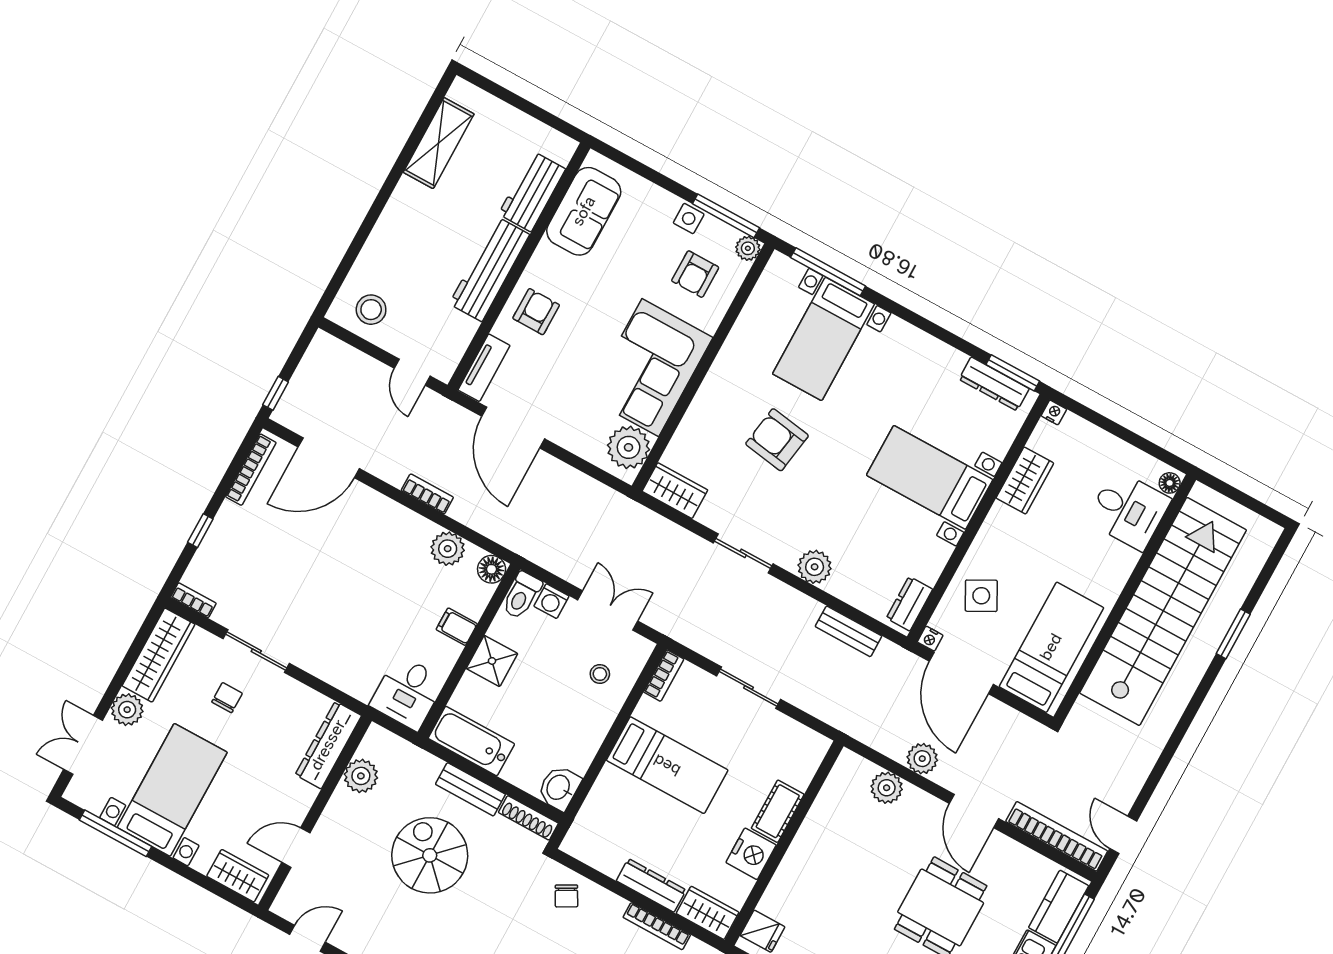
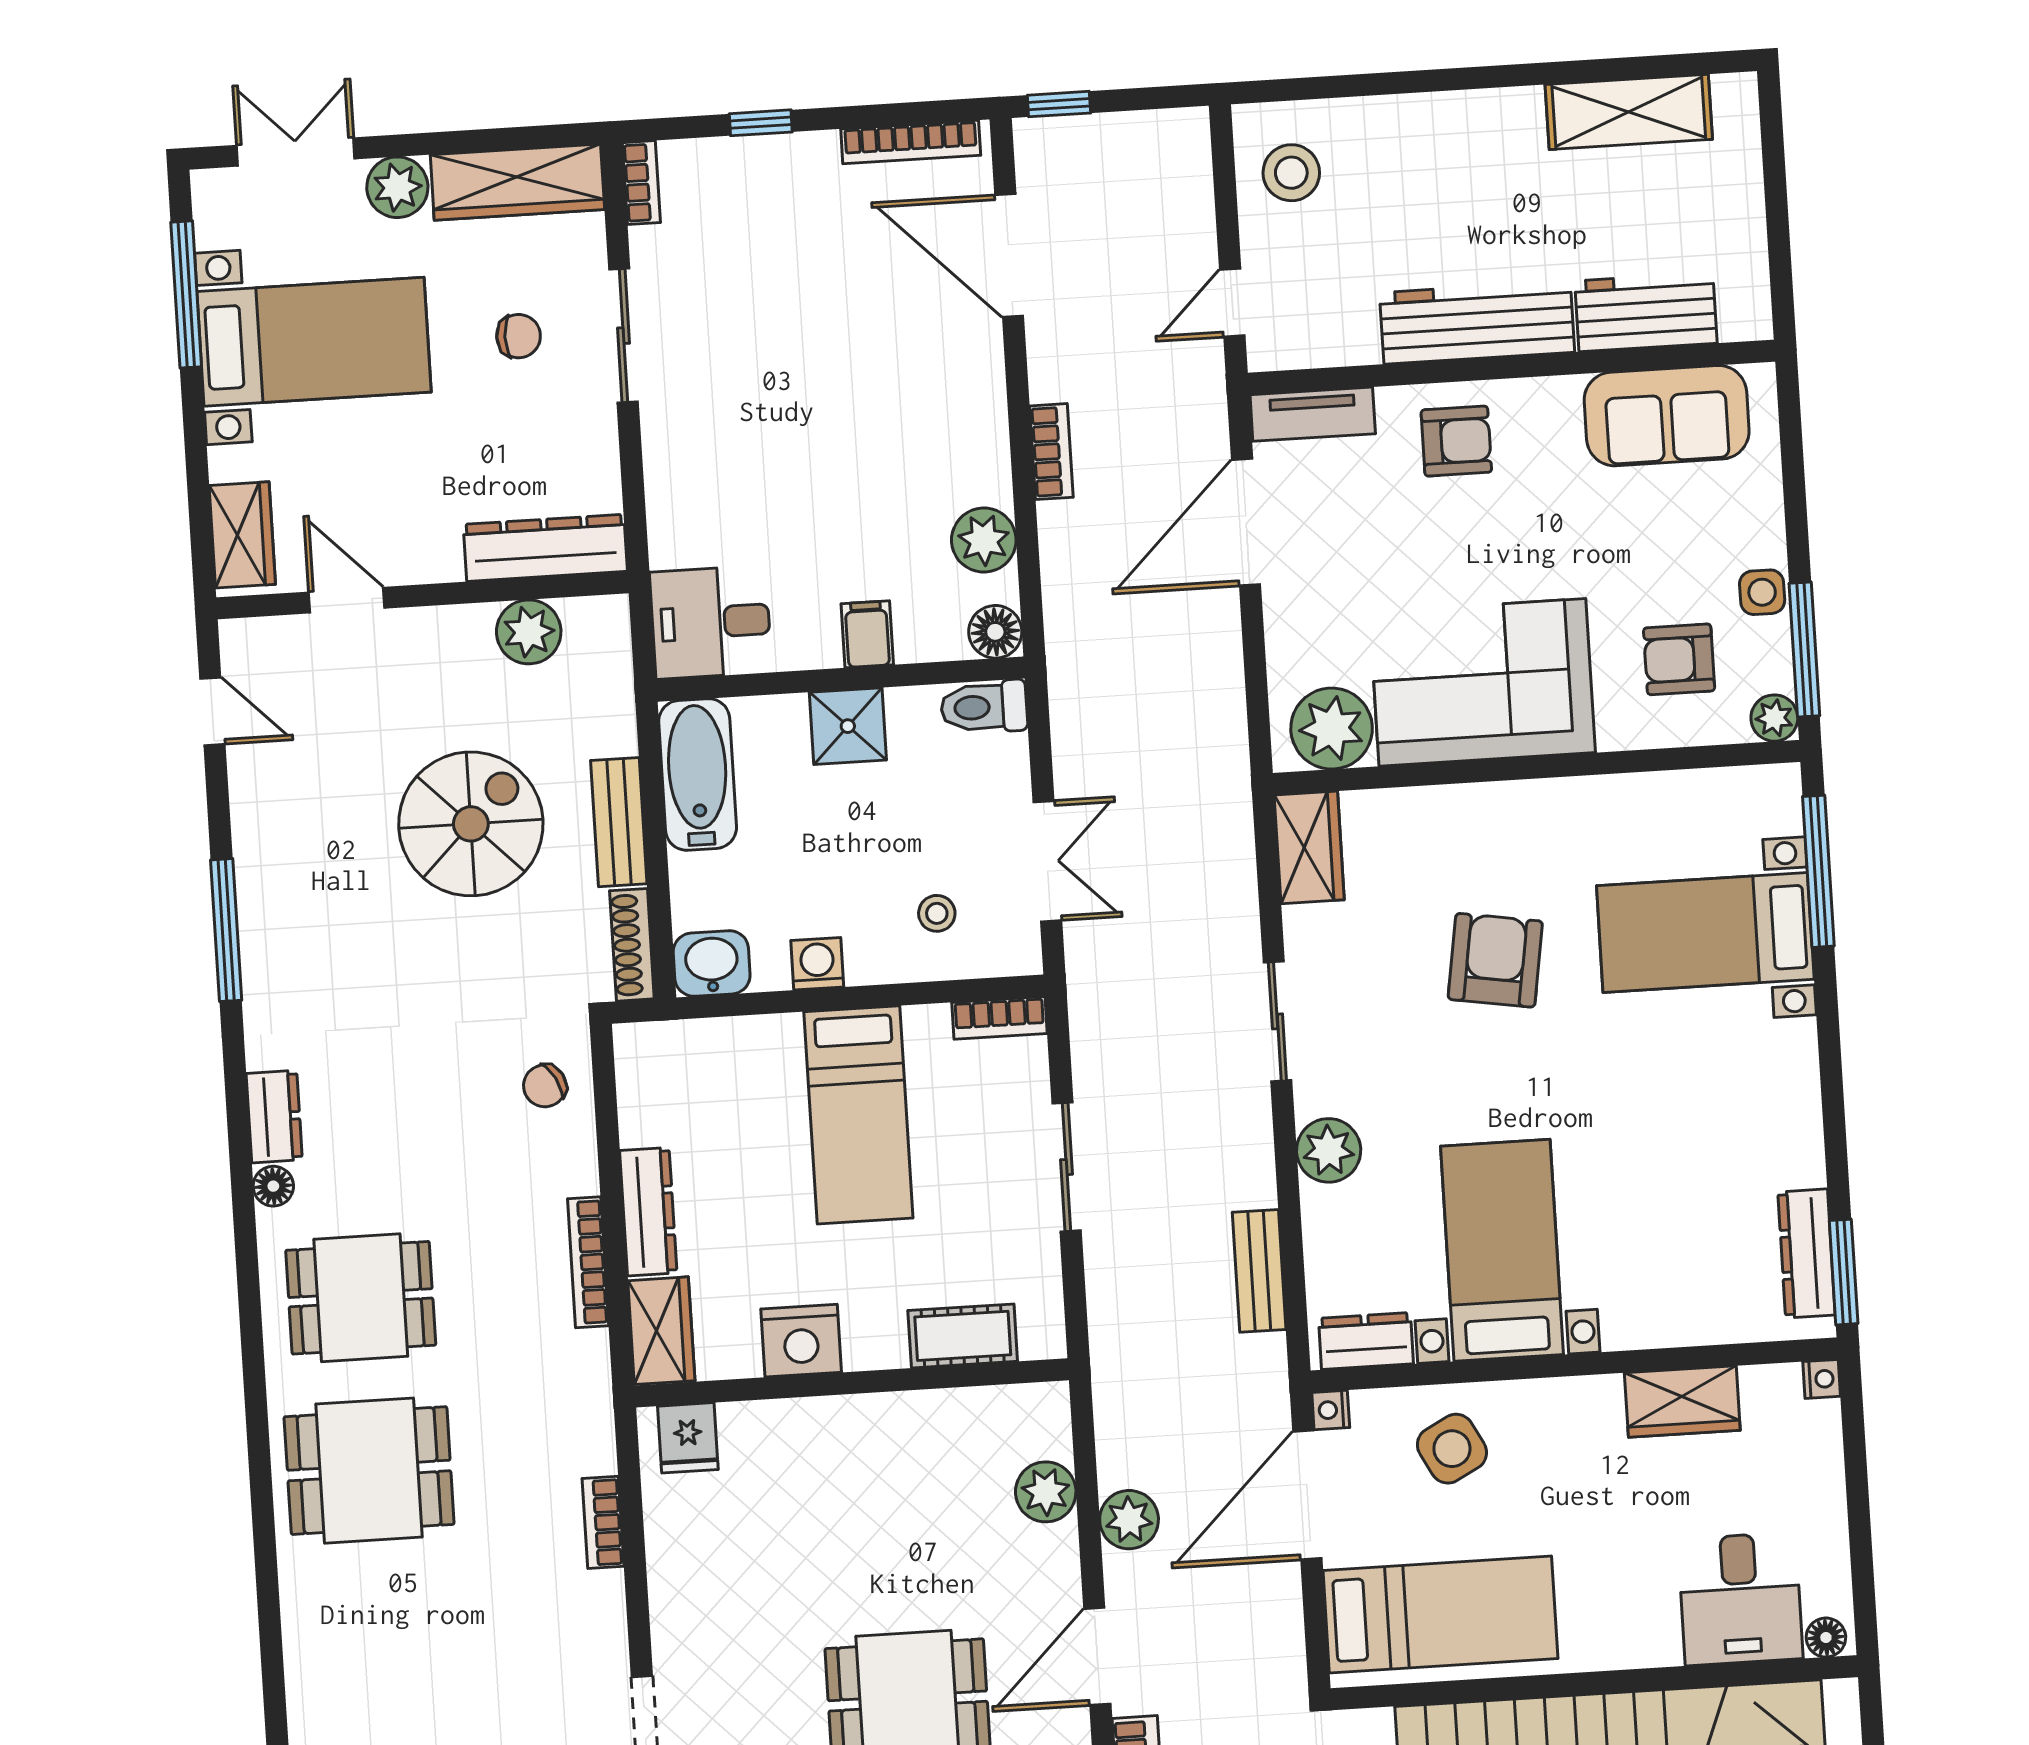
bed with nightstands: (930, 477) -> (1502, 1250), moved
washing machine: (551, 601) -> (817, 964), moved, turned 90
cot: (778, 811) -> (963, 1336), moved

